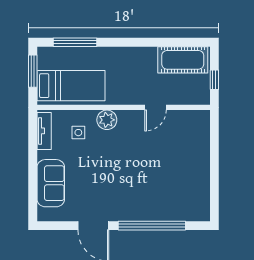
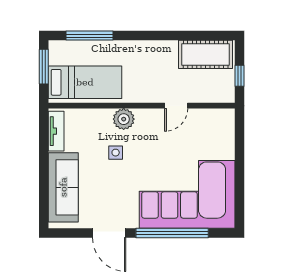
side table: (78, 133) -> (116, 153), moved
sofa: (51, 183) -> (63, 187), width x1.36
corner sofa: (166, 190) -> (187, 194), added

